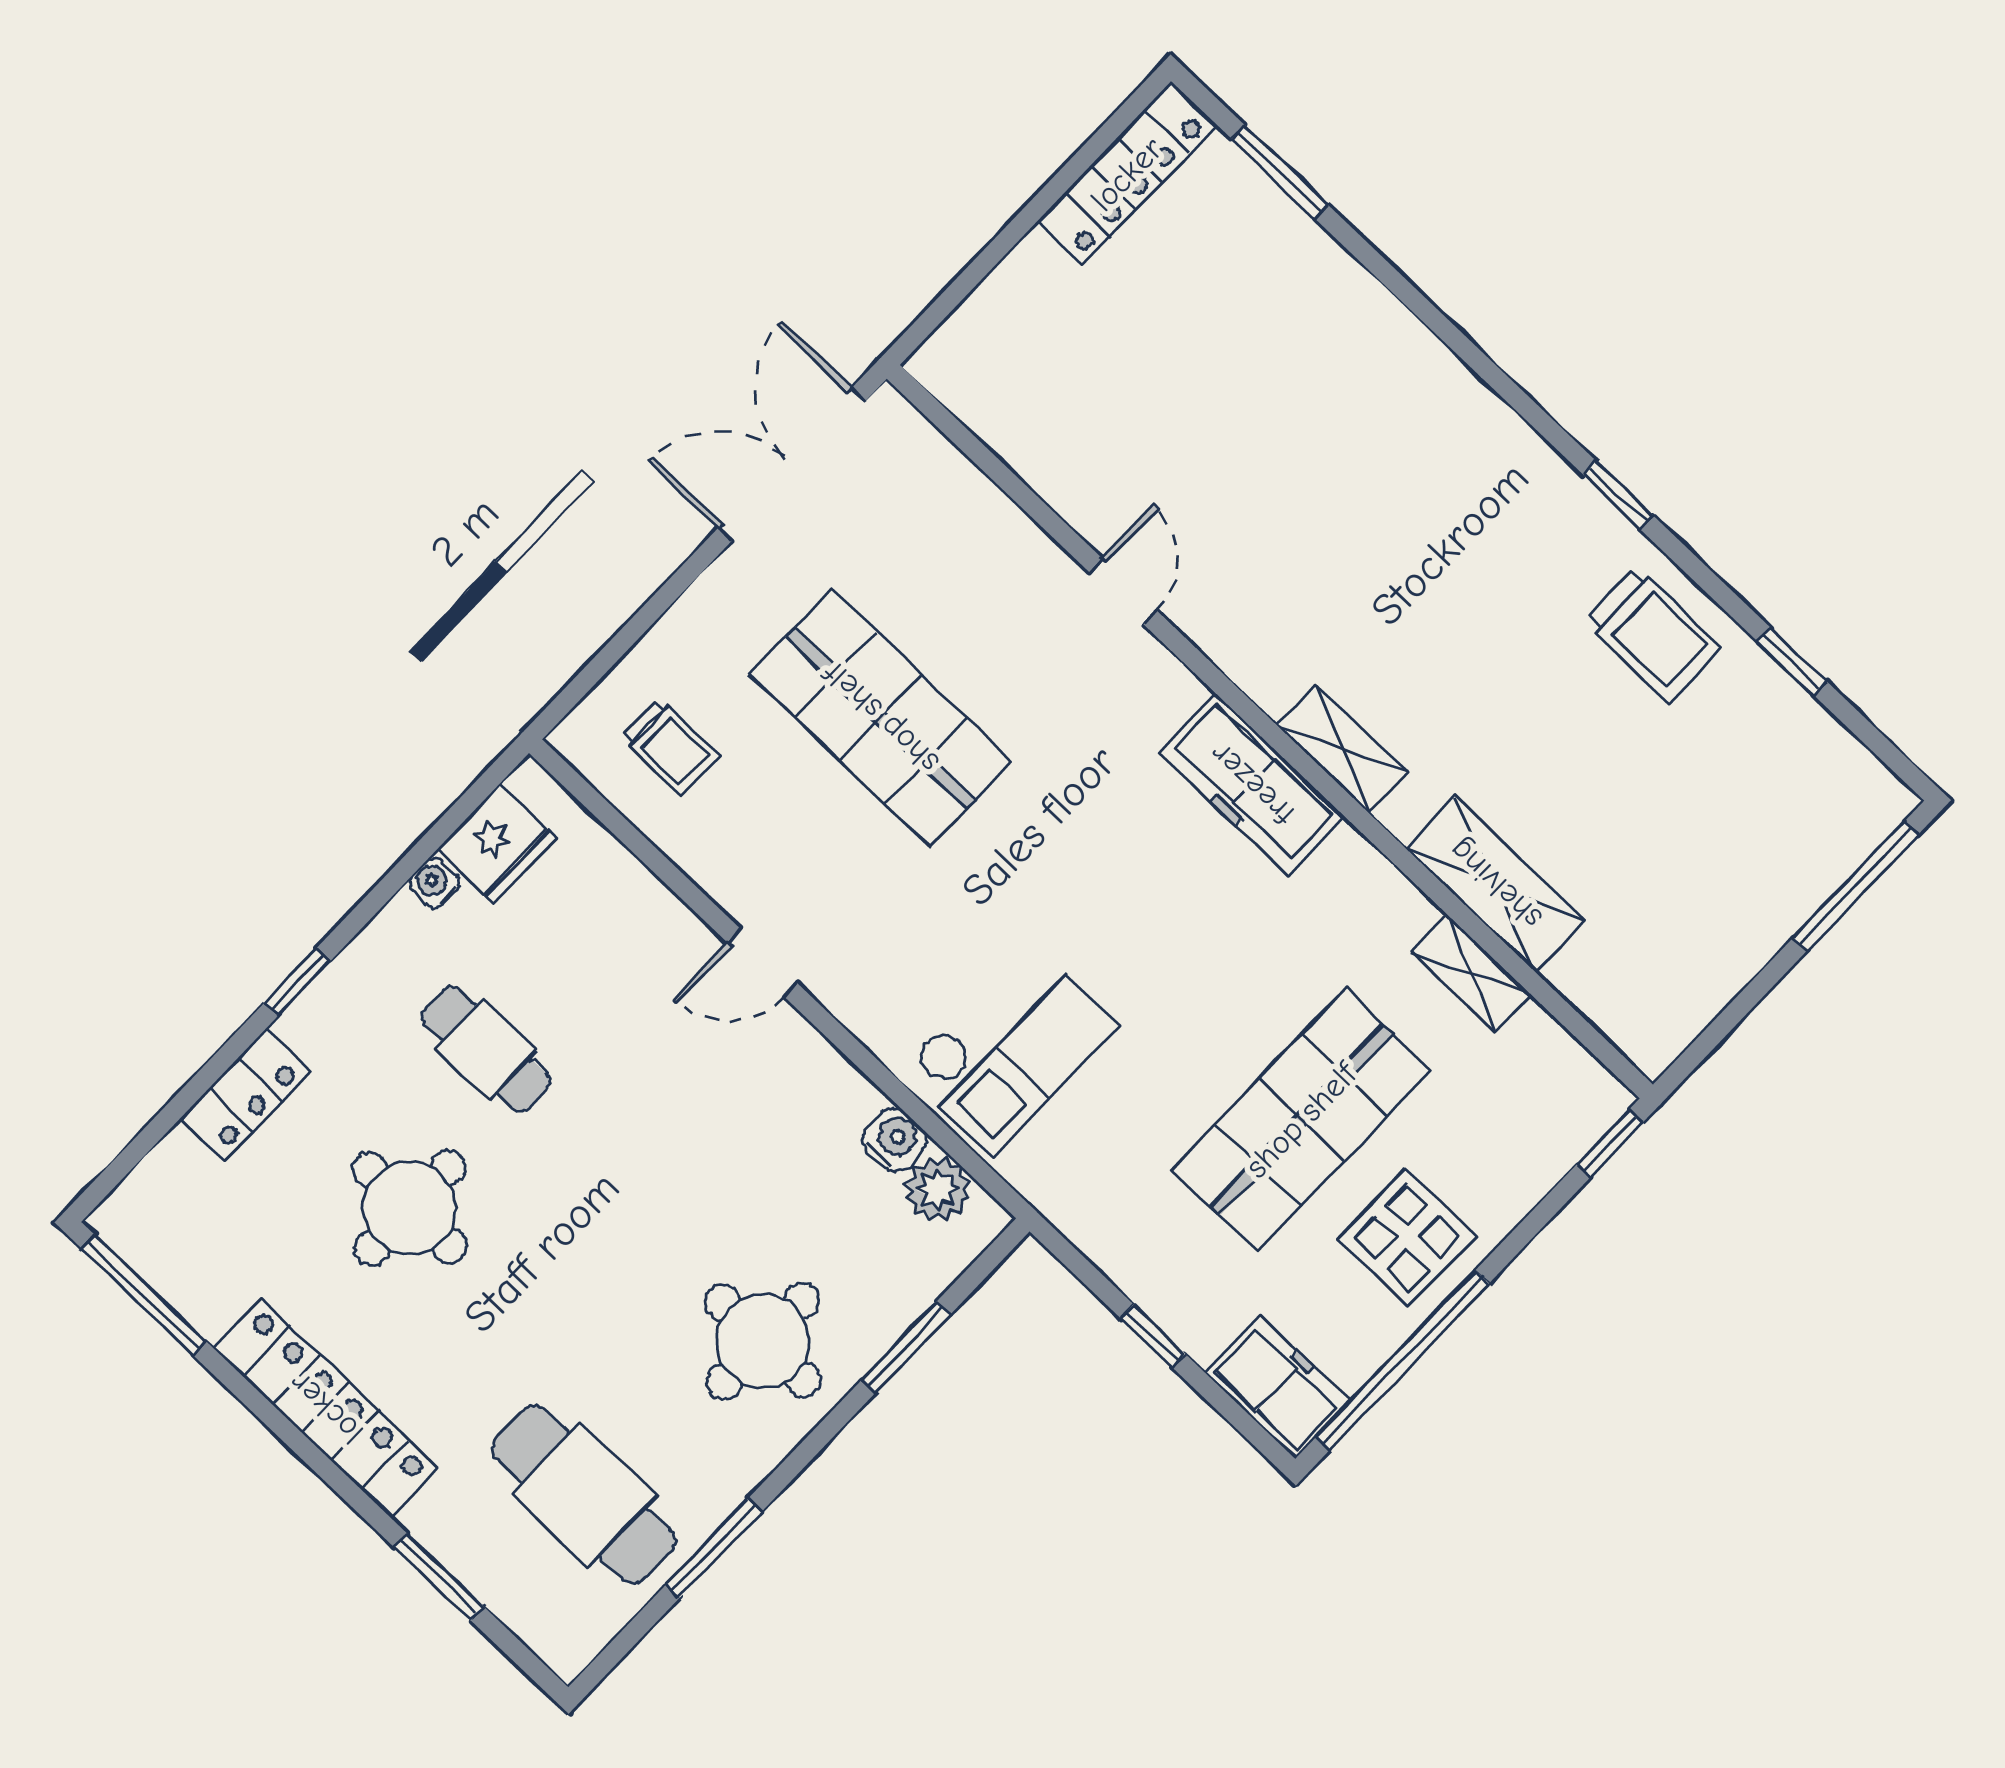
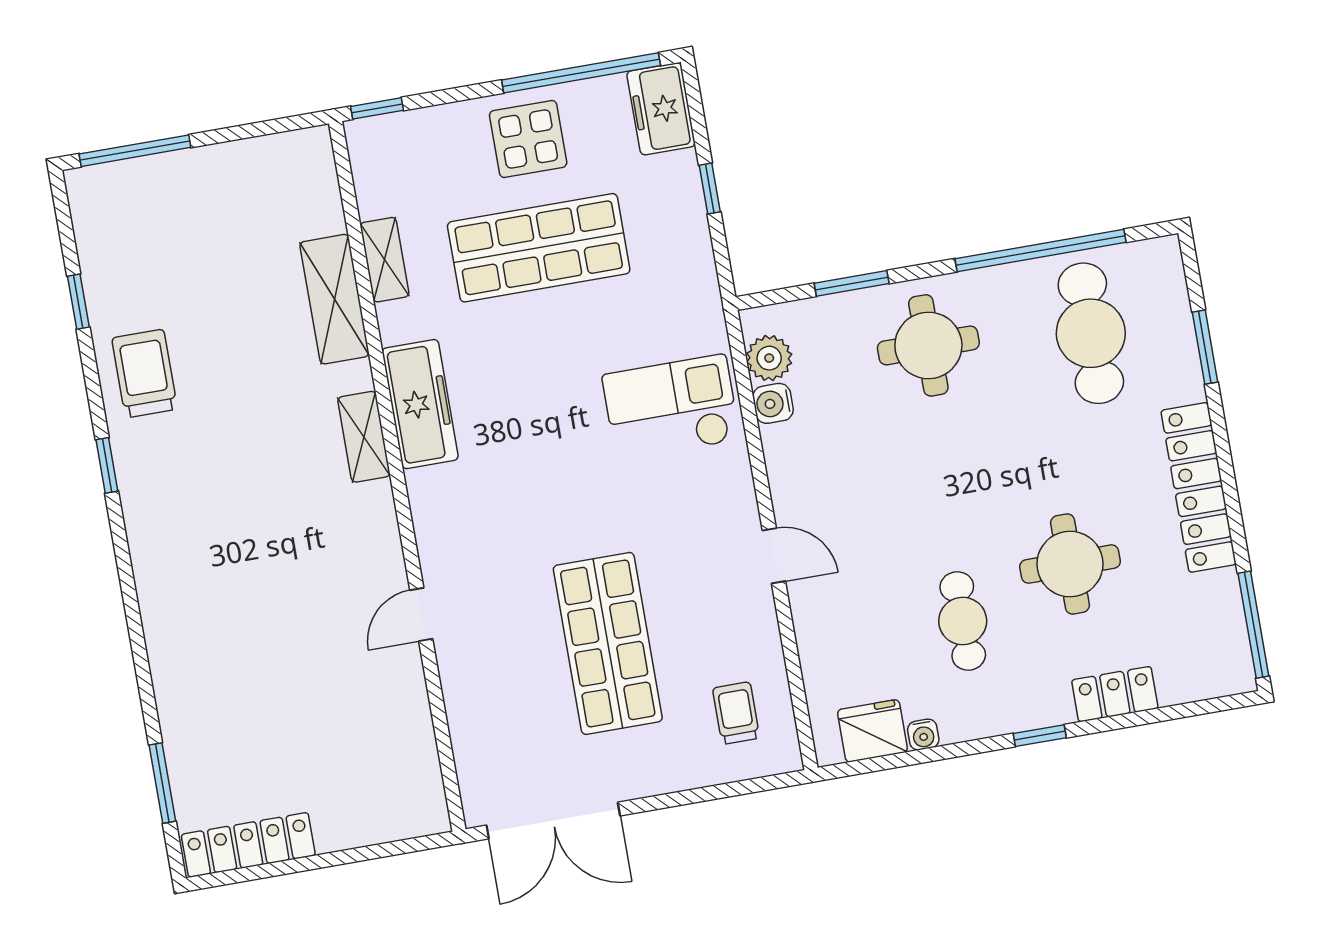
freezer: (1252, 784) -> (420, 404), moved
window: (714, 1548) -> (1041, 250), width x2.11

